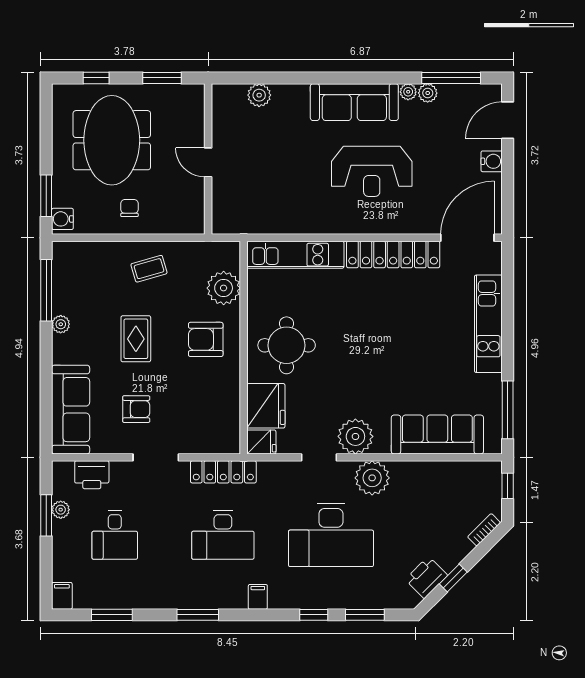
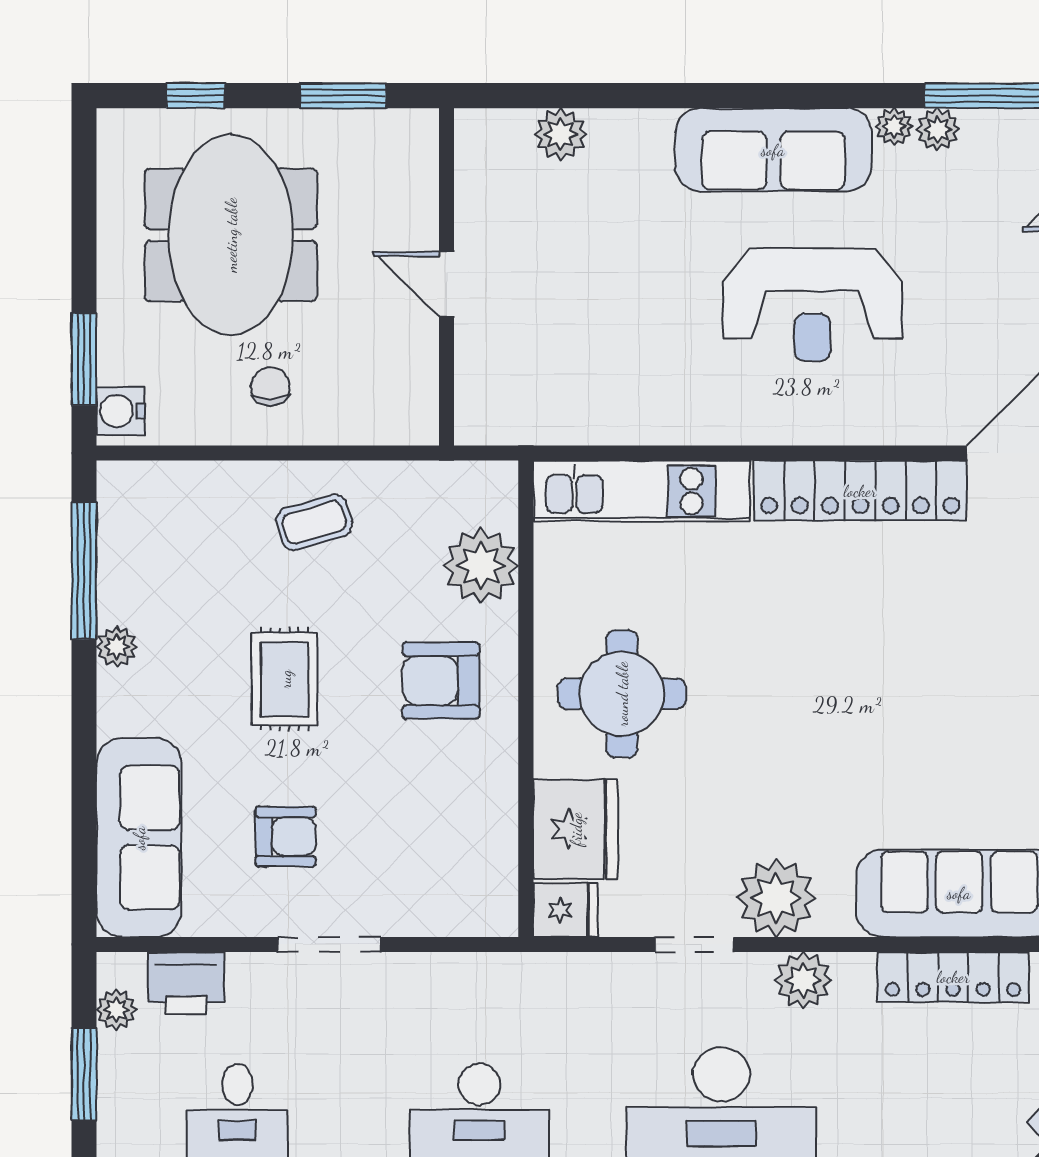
locker: (223, 472) -> (953, 977), moved
plant: (372, 478) -> (803, 980), width x0.73, depth x0.73
plant: (61, 510) -> (116, 1010), moved

